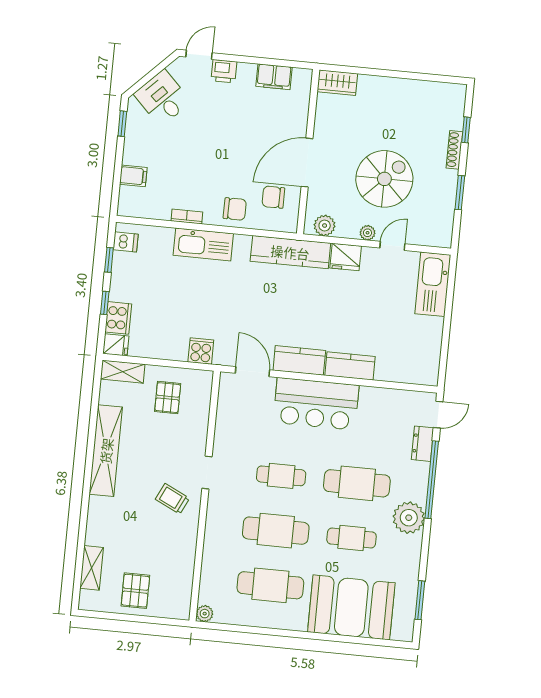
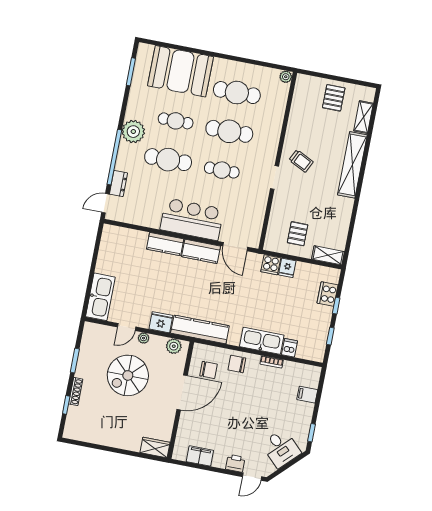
dishwasher: (126, 242) -> (289, 348), moved, turned 90
fridge: (116, 345) -> (287, 268), moved, turned -90
shelving: (106, 451) -> (352, 165), moved

